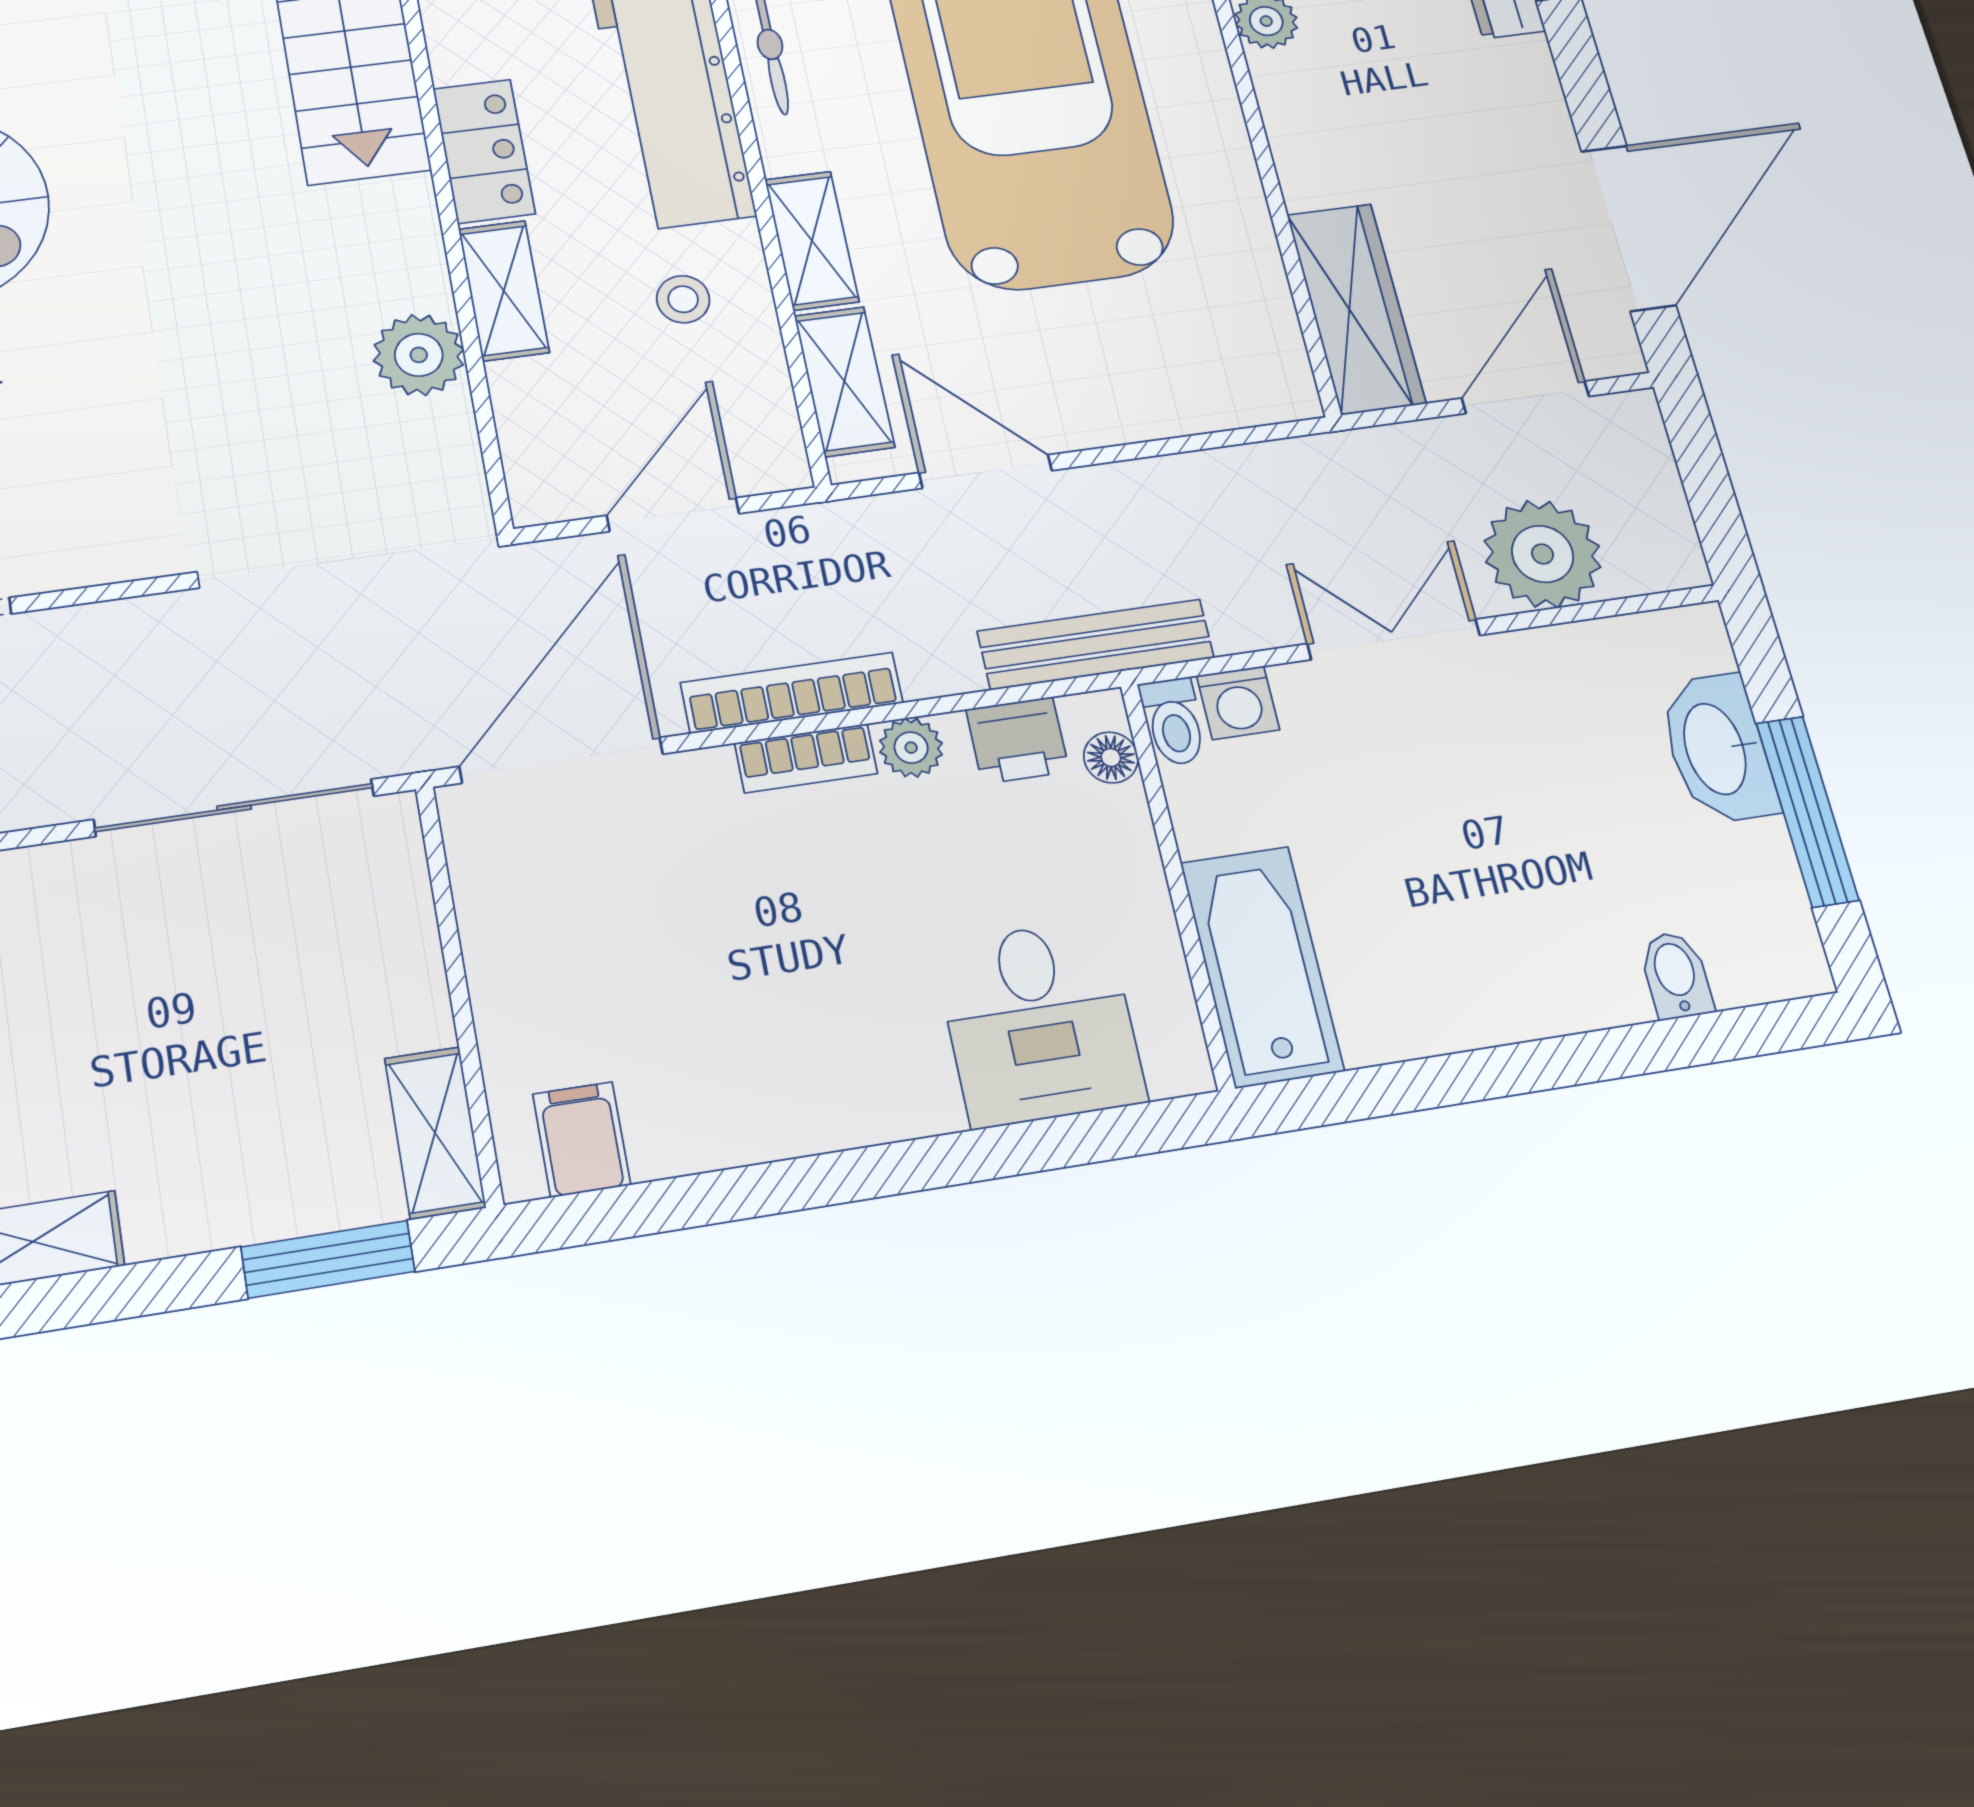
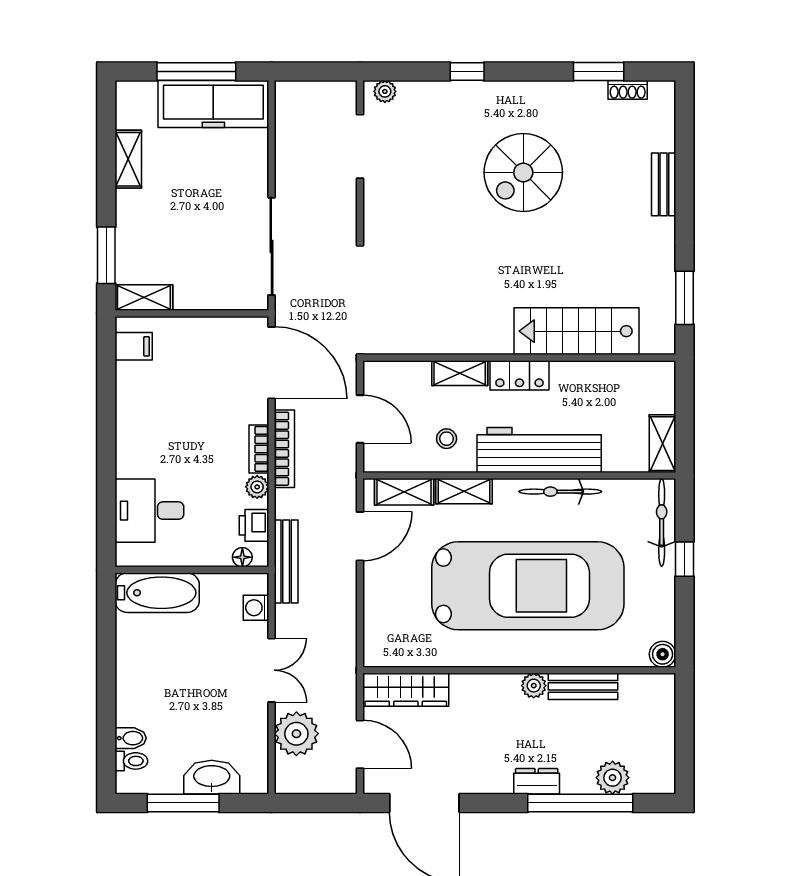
plant: (419, 355) -> (438, 338), removed
toilet: (1174, 722) -> (131, 761), moved, turned 180

